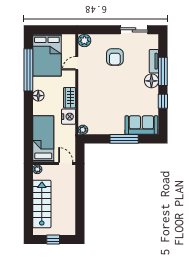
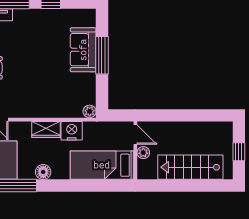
floor lamp: (151, 81) -> (23, 18), removed
sofa: (141, 125) -> (83, 50), moved
door: (66, 163) -> (135, 135), swing flipped
plant: (37, 169) -> (143, 153), moved

